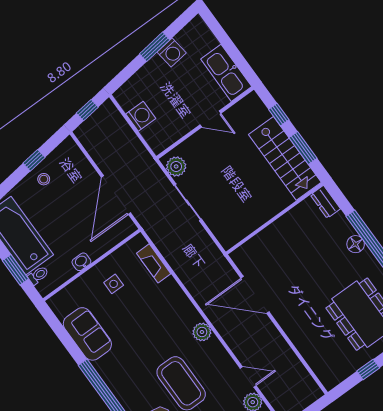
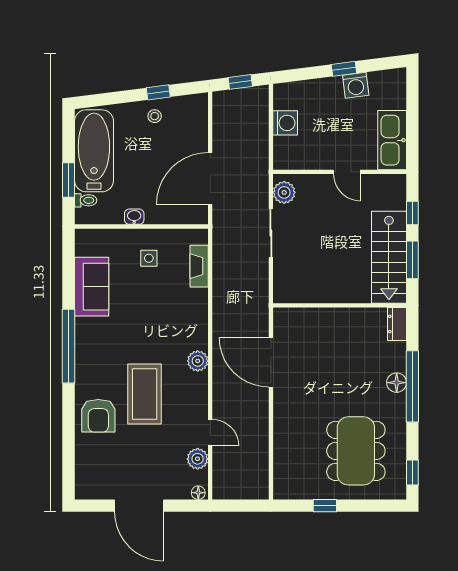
window: (155, 47) -> (344, 69), width x0.67

